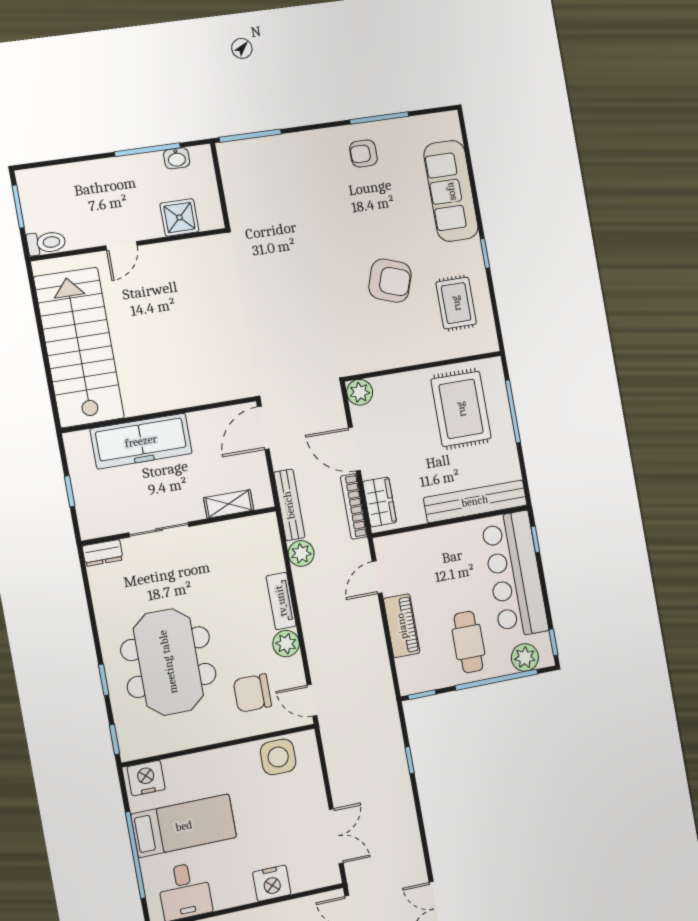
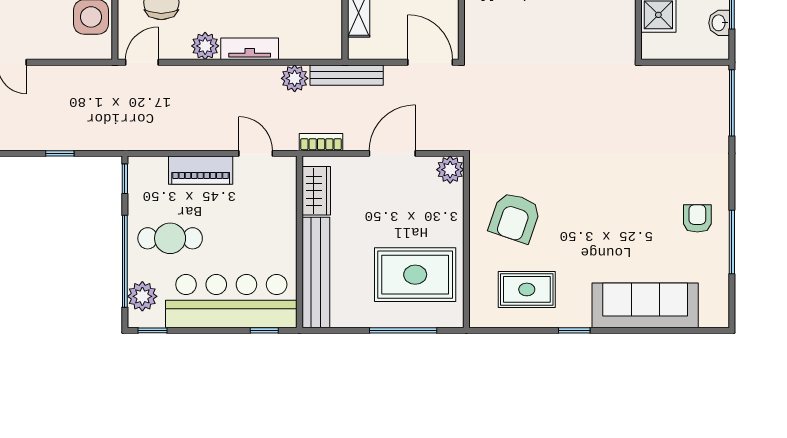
armchair: (390, 281) -> (515, 217), moved
wardrobe: (380, 502) -> (316, 191), moved, turned -90
bookcase: (354, 506) -> (321, 142), width x0.64

